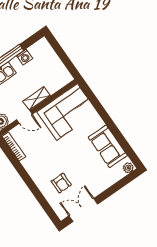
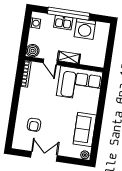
washing machine: (24, 57) -> (85, 29), width x1.89, depth x1.89
double door: (83, 210) -> (44, 156), moved

